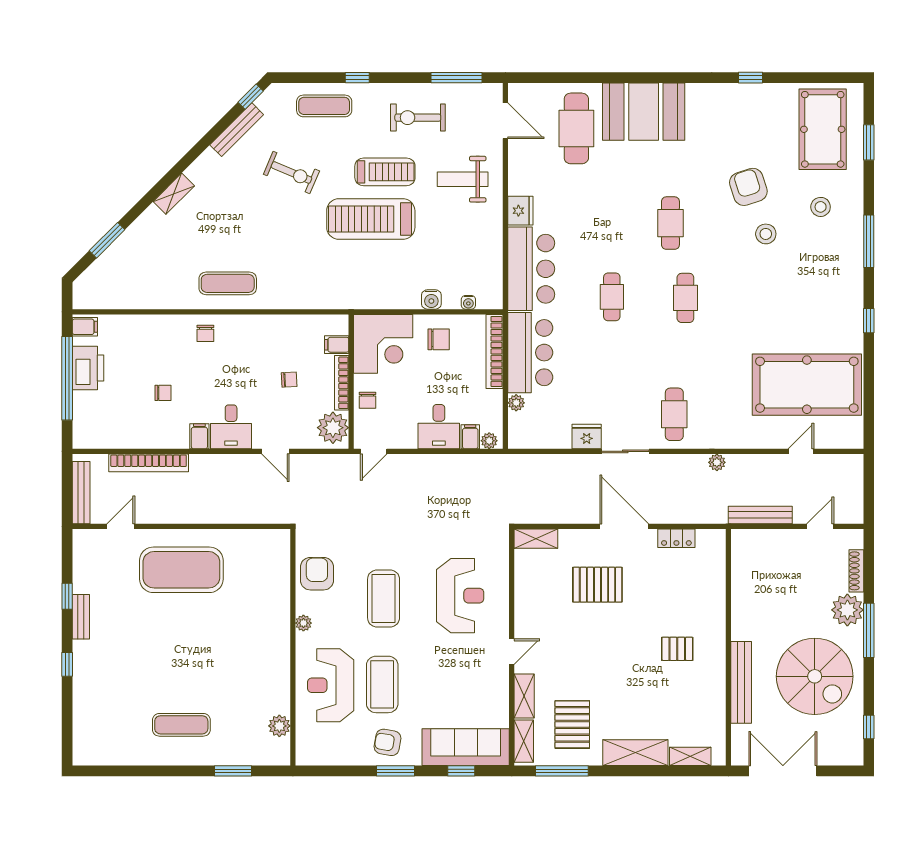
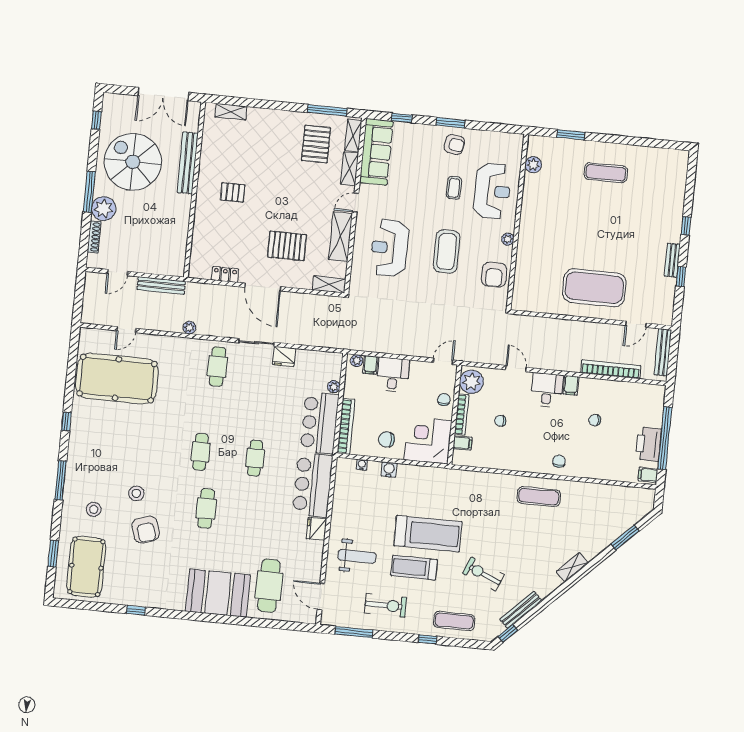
coffee table: (382, 684) -> (454, 188), width x0.54, depth x0.58
sofa: (466, 747) -> (376, 152), moved, turned -90
shelving: (635, 753) -> (341, 237), moved, turned 90

